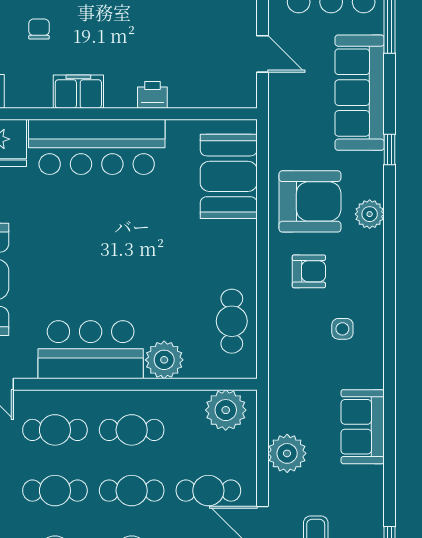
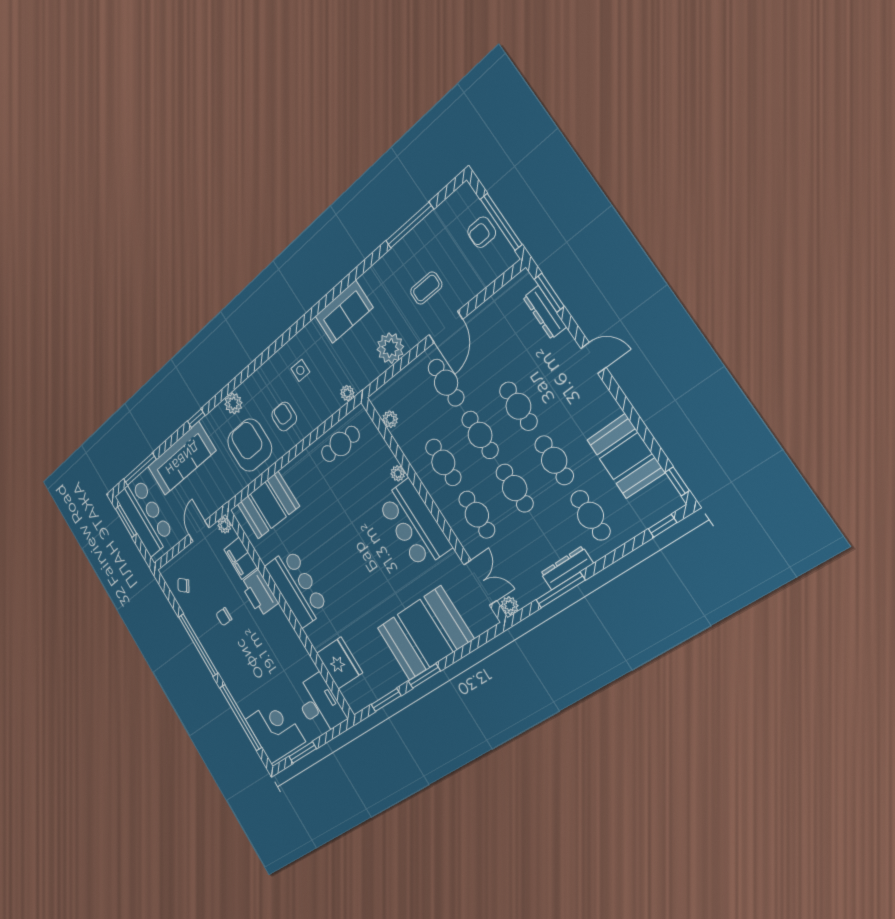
chair: (39, 29) -> (224, 617), moved
filing cabinet: (78, 92) -> (241, 558), moved
printer: (152, 95) -> (259, 593), width x1.87, depth x1.48
plant: (246, 97) -> (224, 525), added
bar counter: (97, 147) -> (297, 587), width x0.73
plant: (164, 360) -> (398, 473), width x0.53, depth x0.53
plant: (278, 369) -> (347, 393), added
plant: (226, 410) -> (390, 419), width x0.53, depth x0.53

